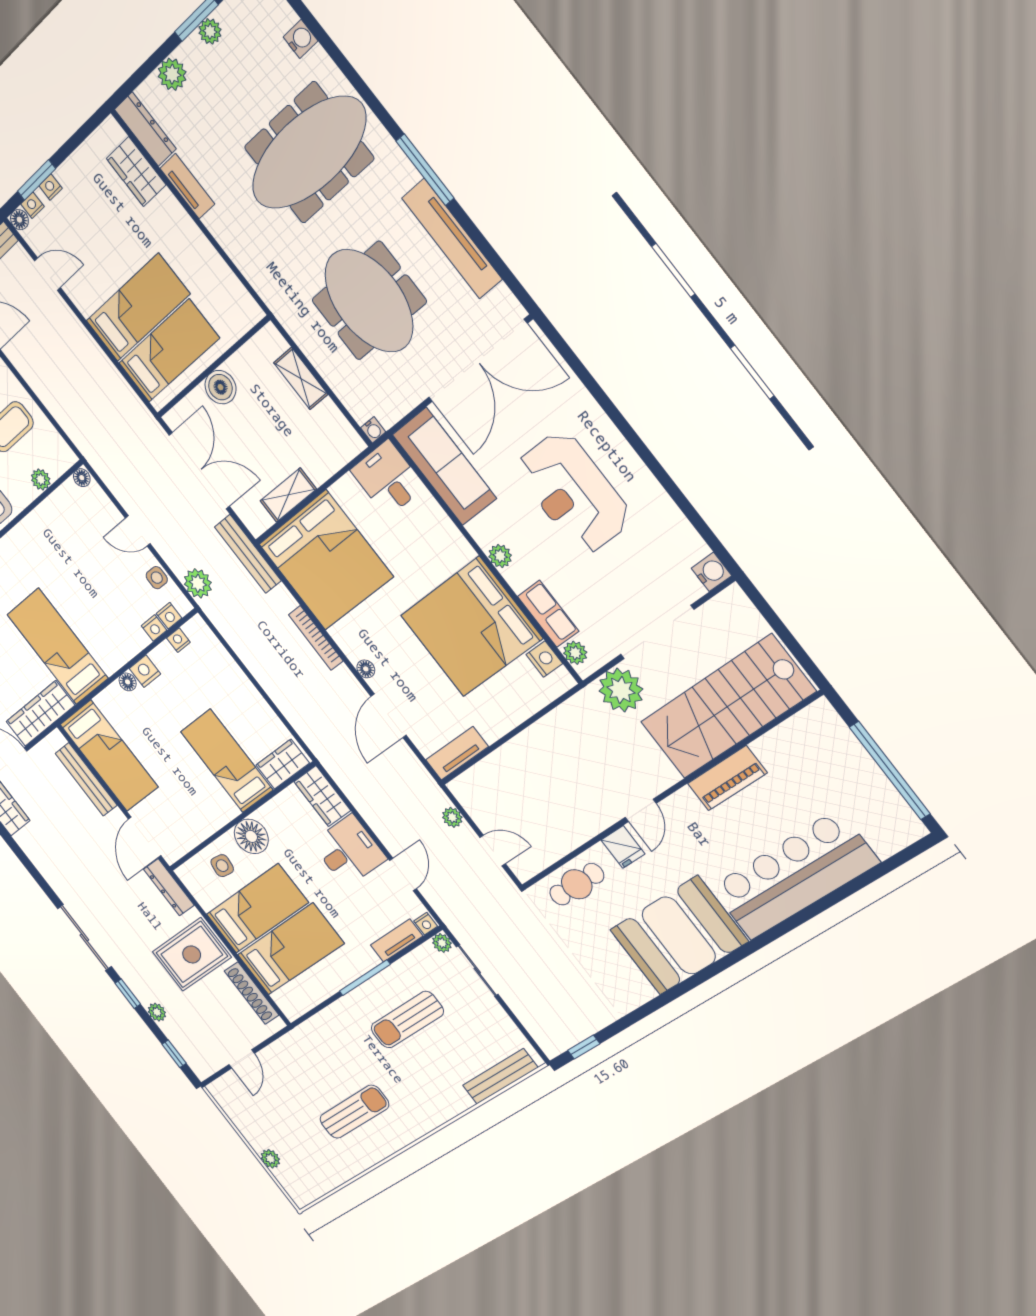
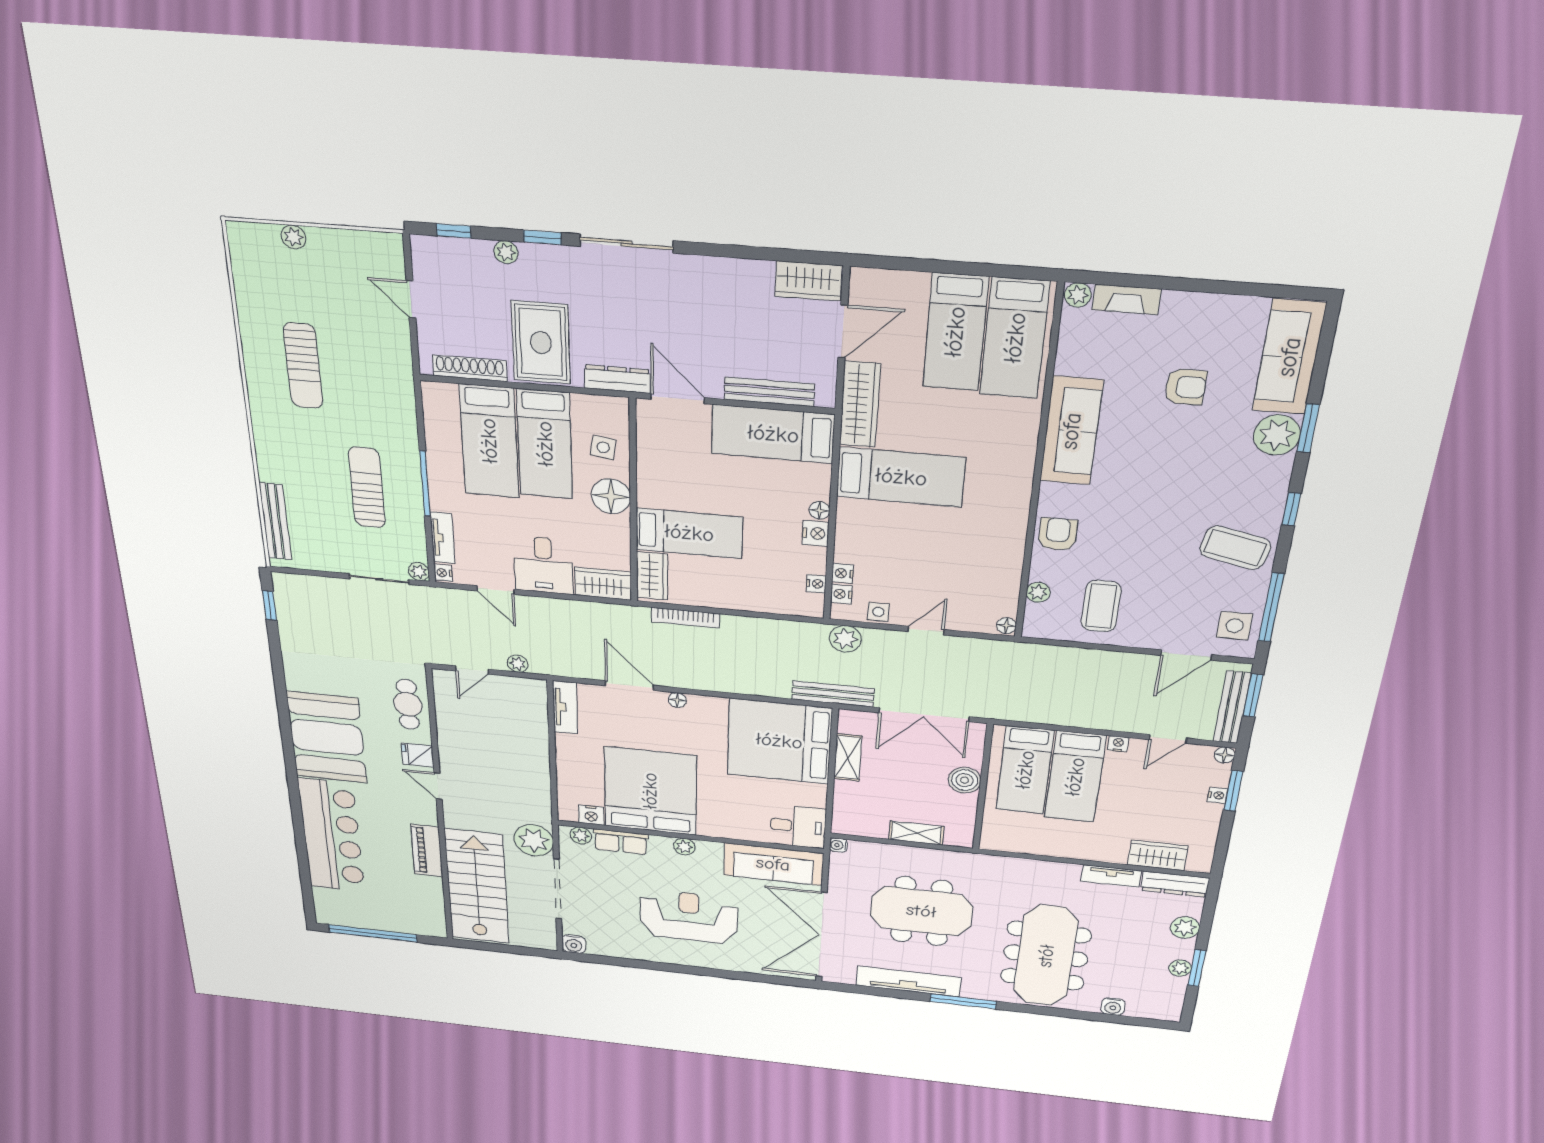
nightstand: (32, 205) -> (1118, 744), moved, turned -90
bookcase: (316, 638) -> (685, 618), moved, turned 180

